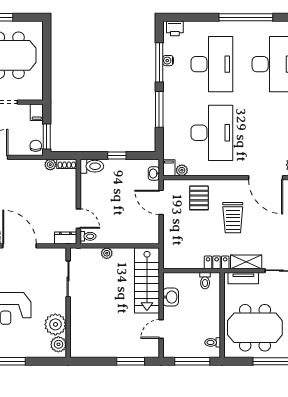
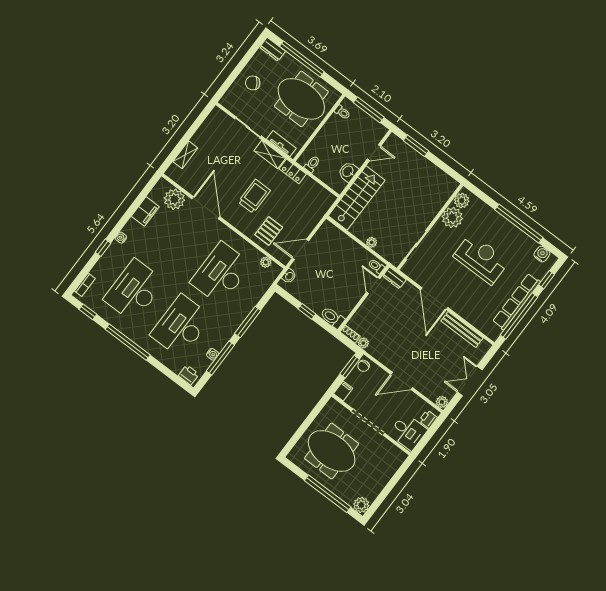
filing cabinet: (169, 168) -> (274, 272), removed
door: (161, 202) -> (300, 250), swing flipped

